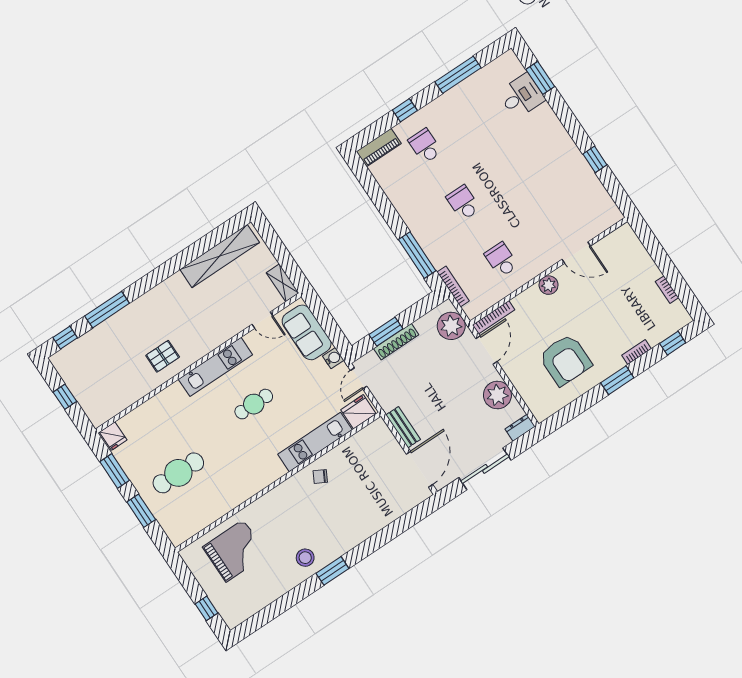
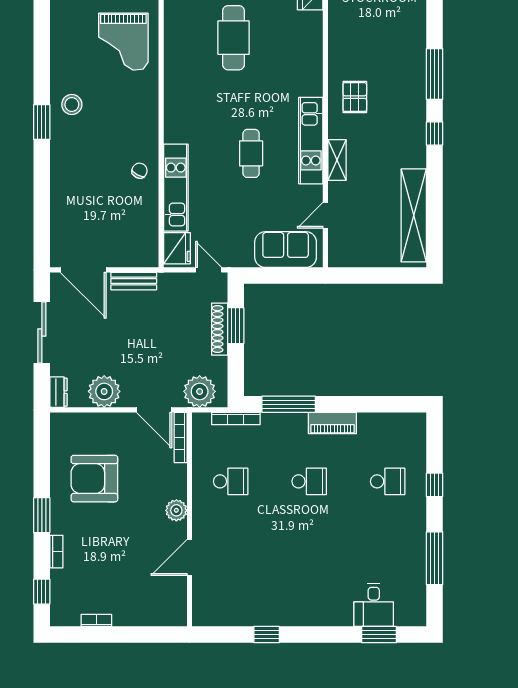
piano: (379, 148) -> (332, 423), moved, turned -90
shelving: (283, 283) -> (337, 160), moved, turned 90
window: (65, 338) -> (435, 134), moved
water cooler: (333, 358) -> (244, 258), removed

